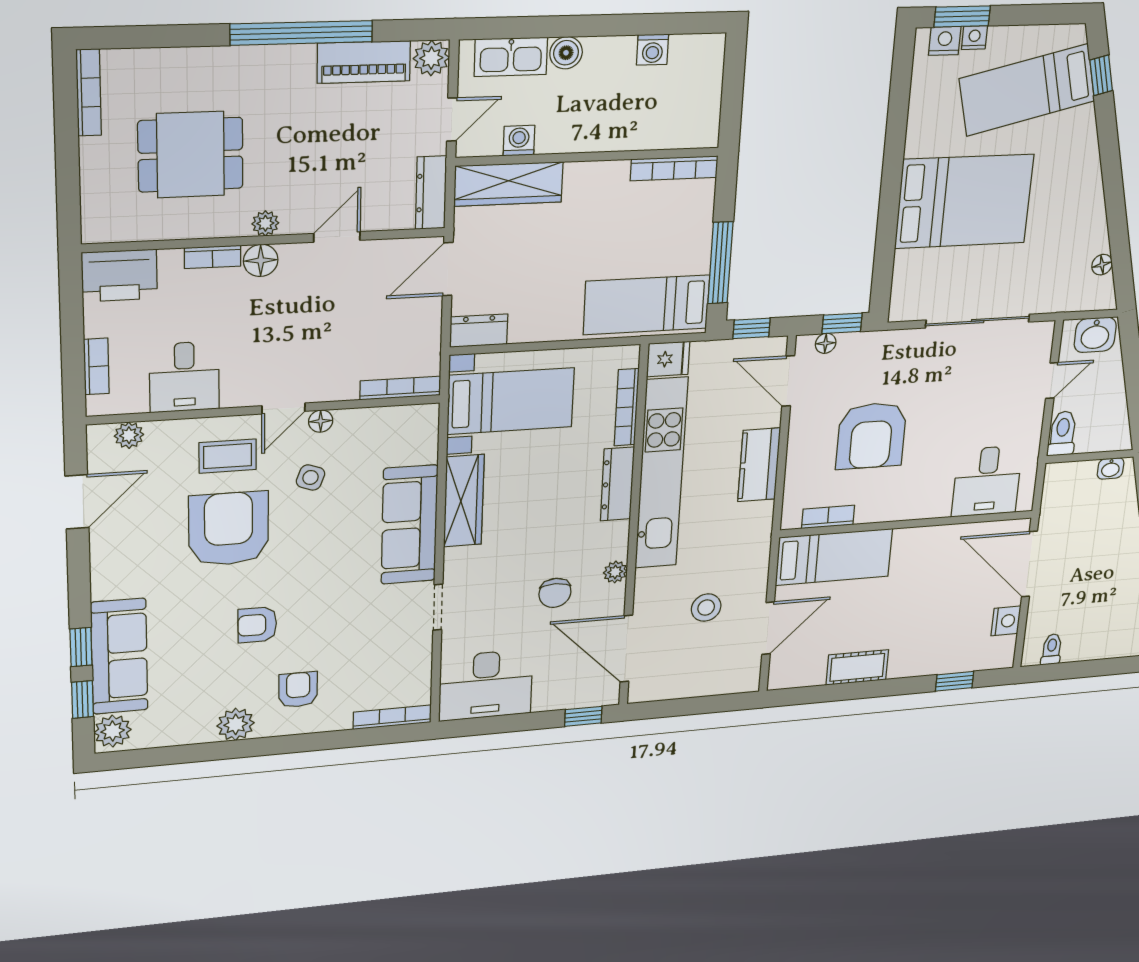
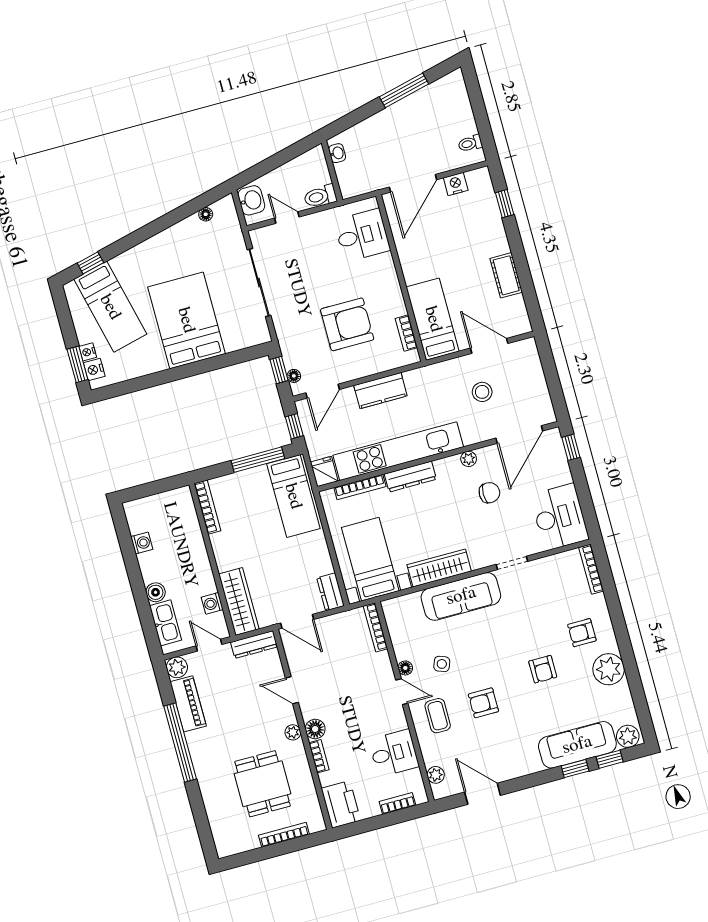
bookcase: (89, 92) -> (284, 835), moved
armchair: (229, 529) -> (483, 703), width x0.53, depth x0.53
plant: (236, 724) -> (609, 669), width x1.36, depth x1.36

